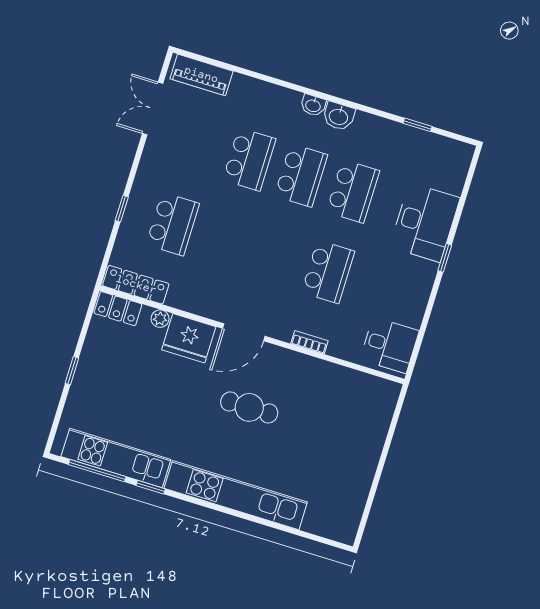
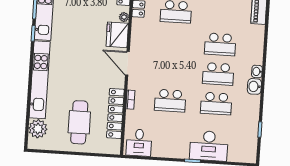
locker: (328, 375) -> (115, 113), added
cafe table: (249, 407) -> (79, 122), moved, width x1.37, depth x1.35
plant: (322, 519) -> (38, 129), added

